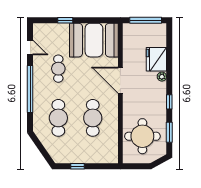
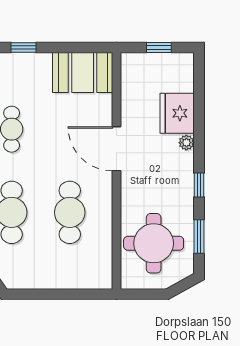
window: (146, 20) -> (159, 47), width x0.46
booth: (94, 40) -> (83, 72), width x0.73, depth x0.70
window: (78, 166) -> (44, 294), removed

